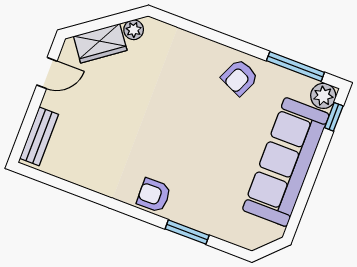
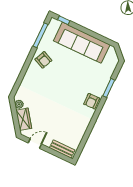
door: (47, 73) -> (35, 143), hinge flipped
plant: (323, 96) -> (54, 24), removed

